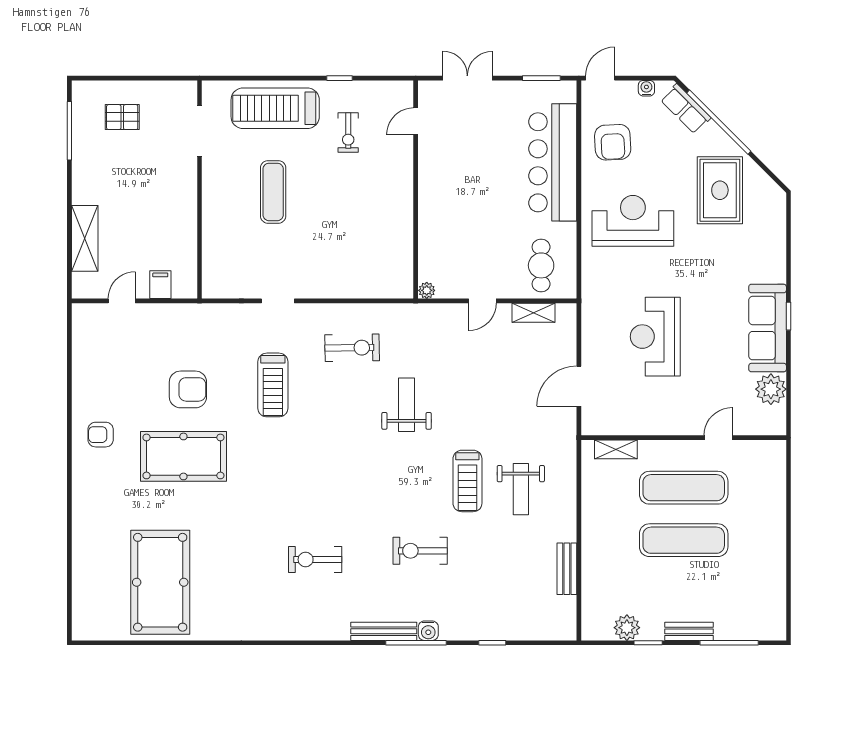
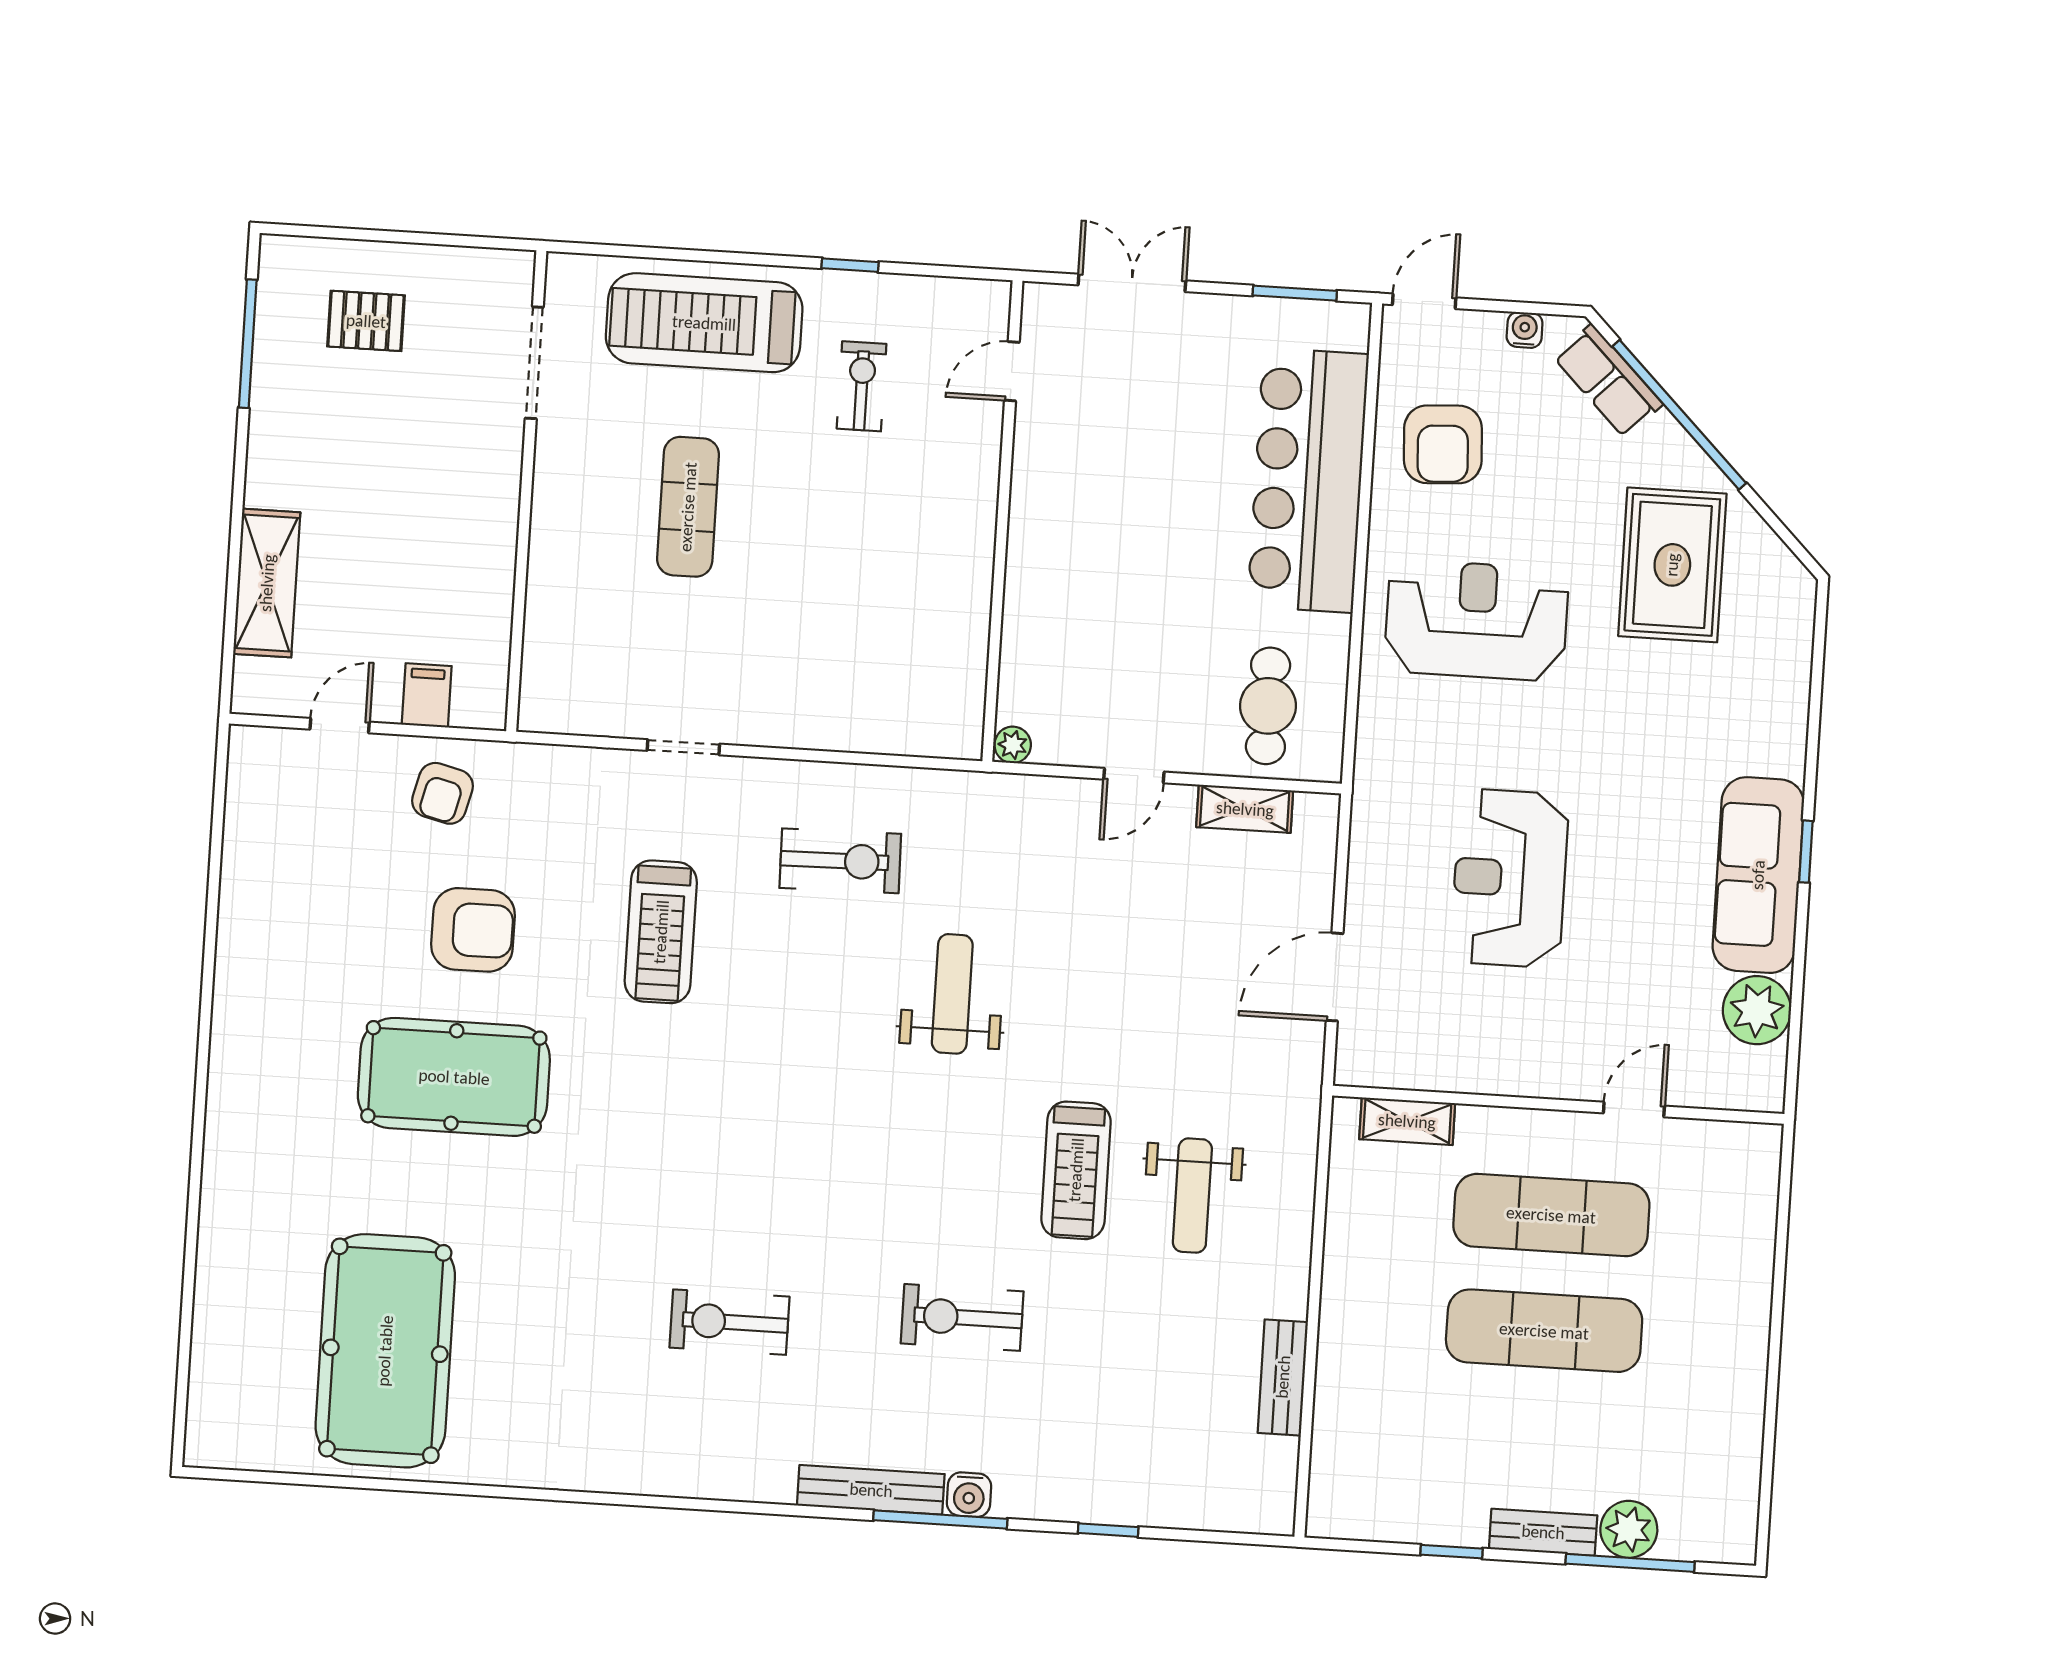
exercise bike: (348, 133) -> (862, 386), turned 180
armchair: (101, 435) -> (442, 793), moved, turned -76
plant: (627, 628) -> (1629, 1529), moved

